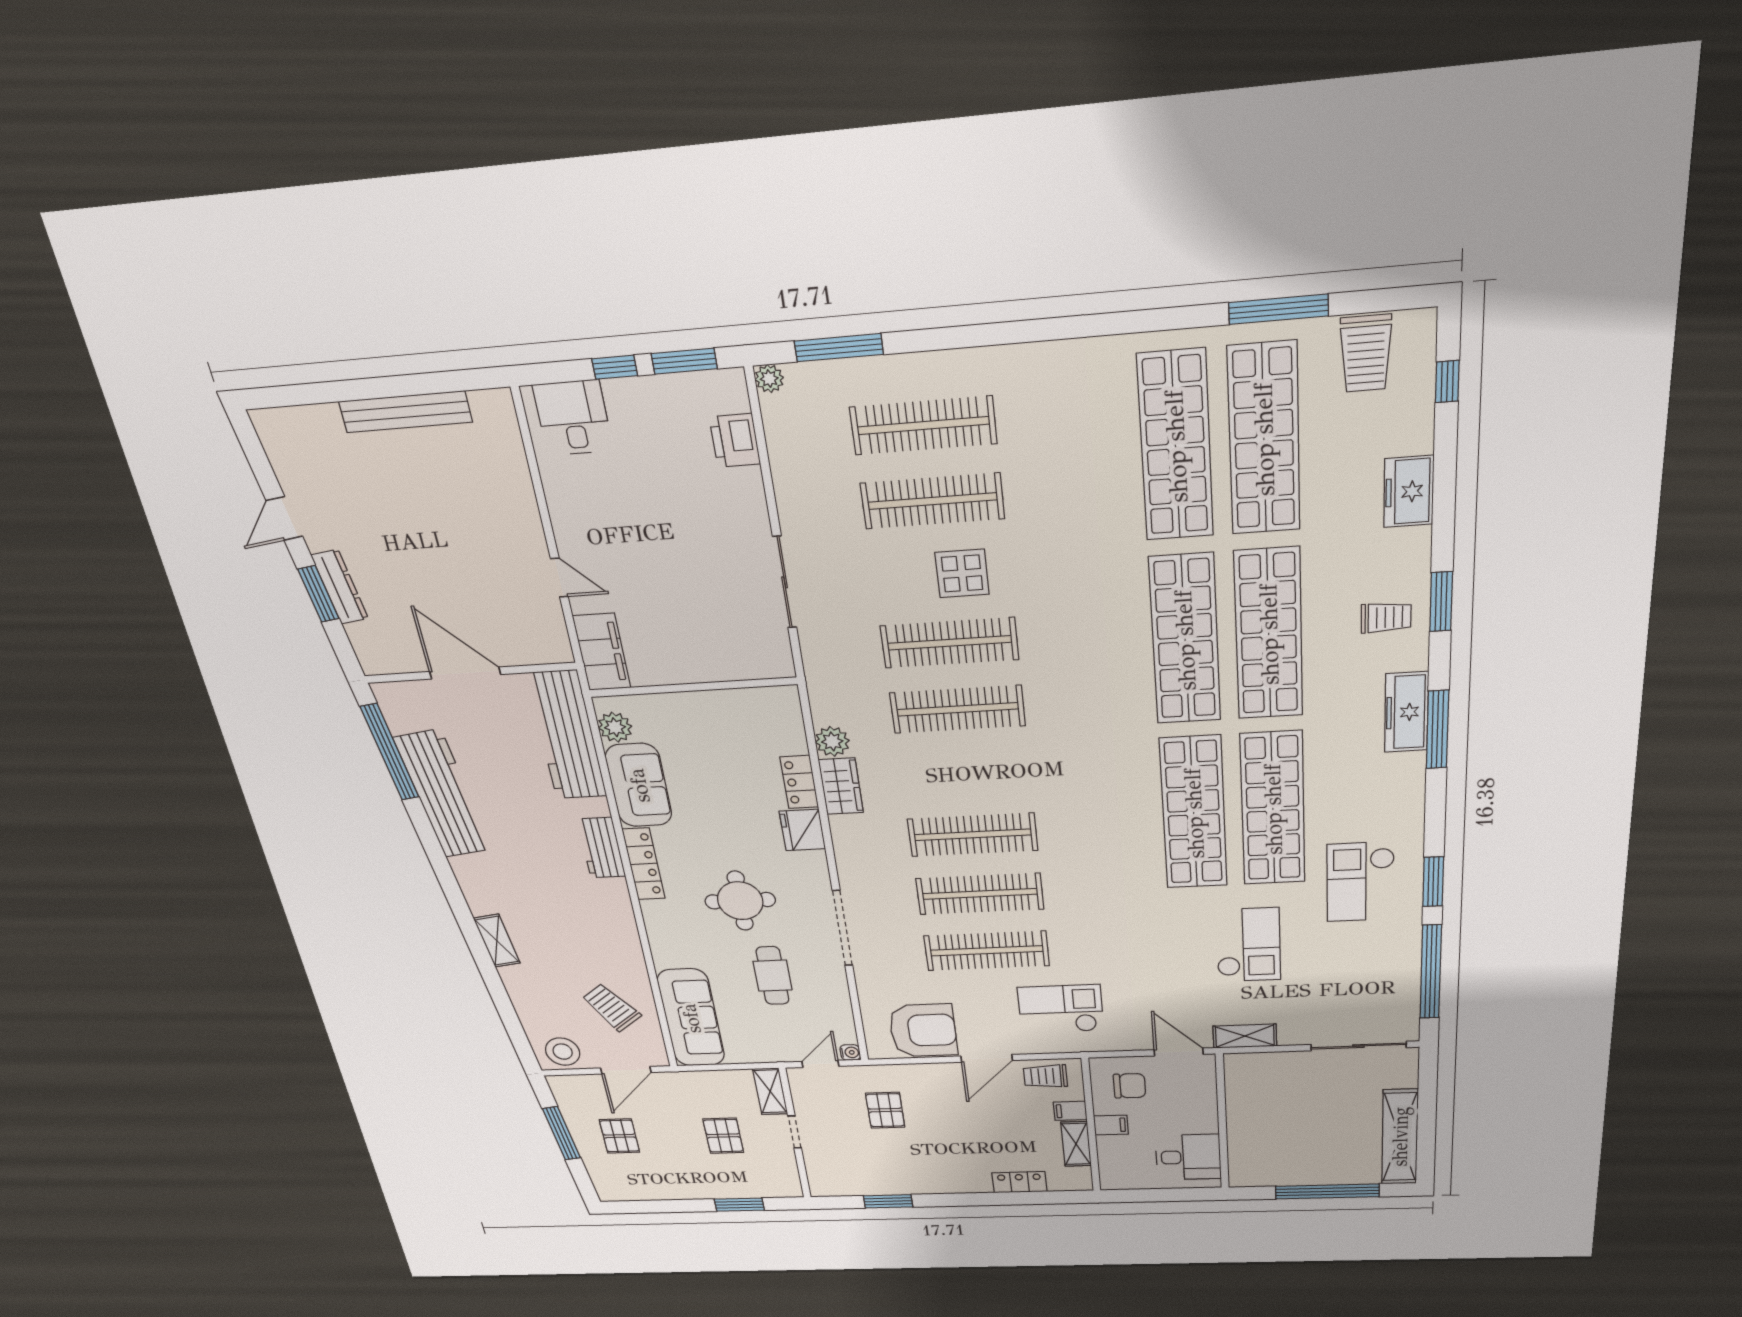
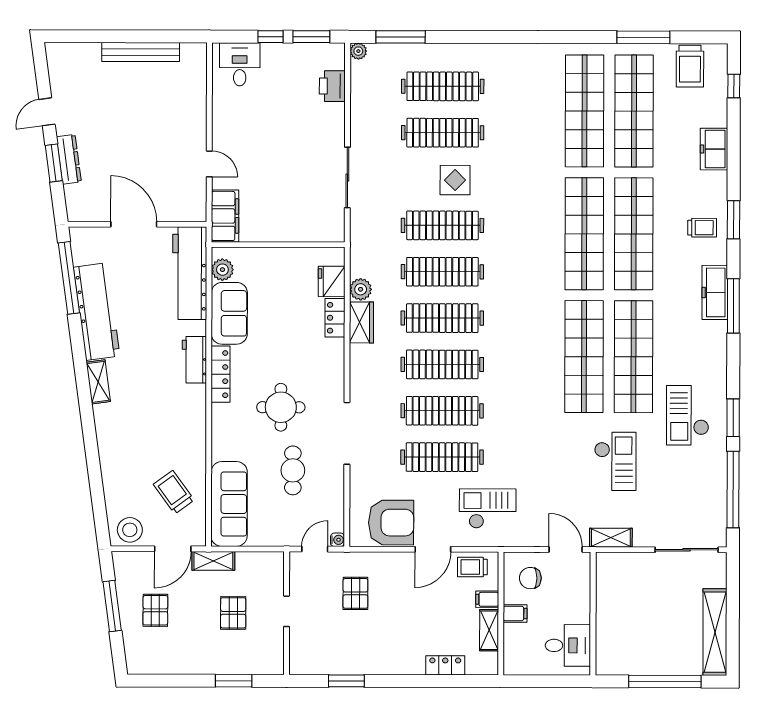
clothes rail: (965, 773) -> (442, 318), added
fridge: (802, 830) -> (332, 281), moved
shelving: (497, 941) -> (98, 382), moved
chair: (1130, 1086) -> (530, 578), turned 180
shelving: (770, 1091) -> (213, 561), moved, turned 90

